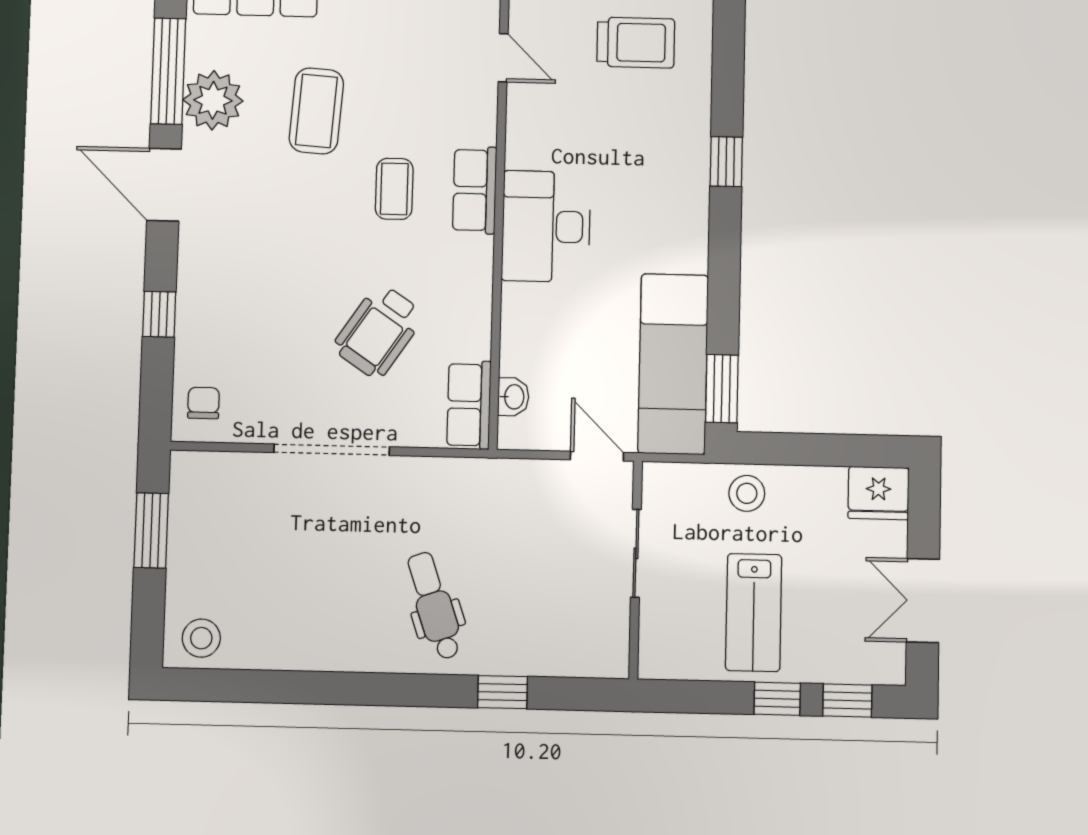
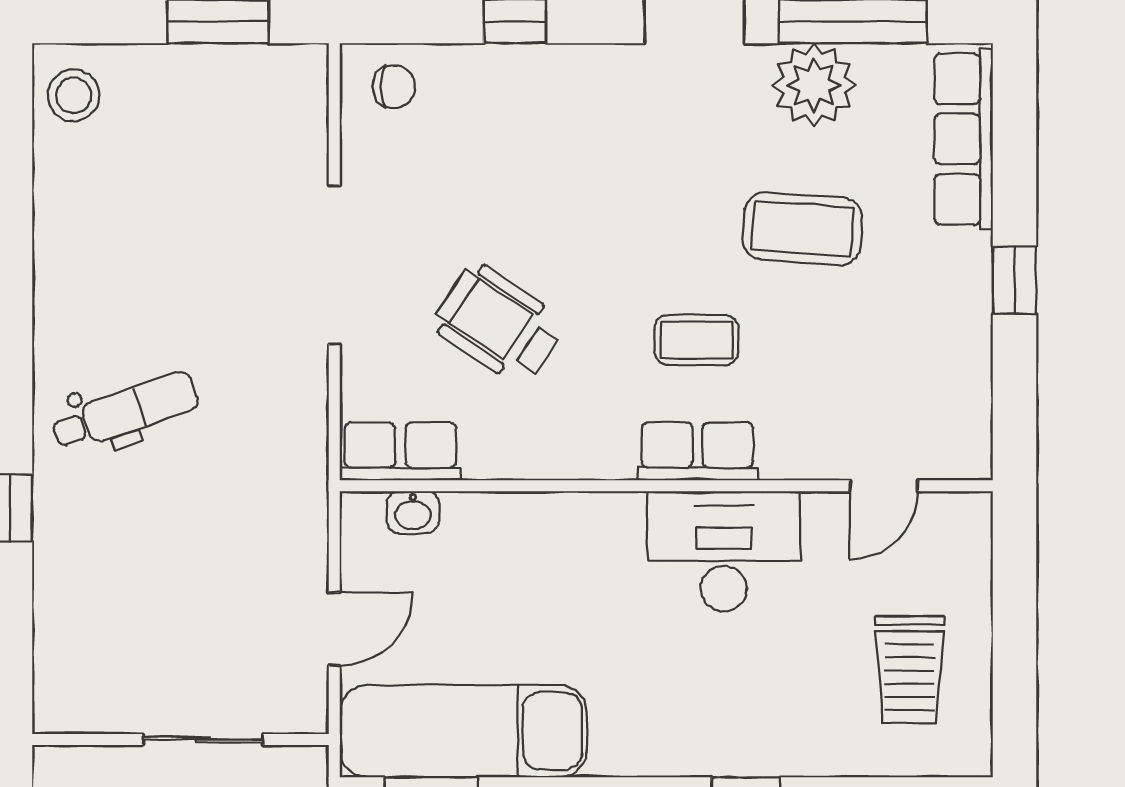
desk: (546, 226) -> (724, 551), moved
sliding door: (636, 553) -> (203, 740), moved
wall: (636, 570) -> (180, 740), moved

